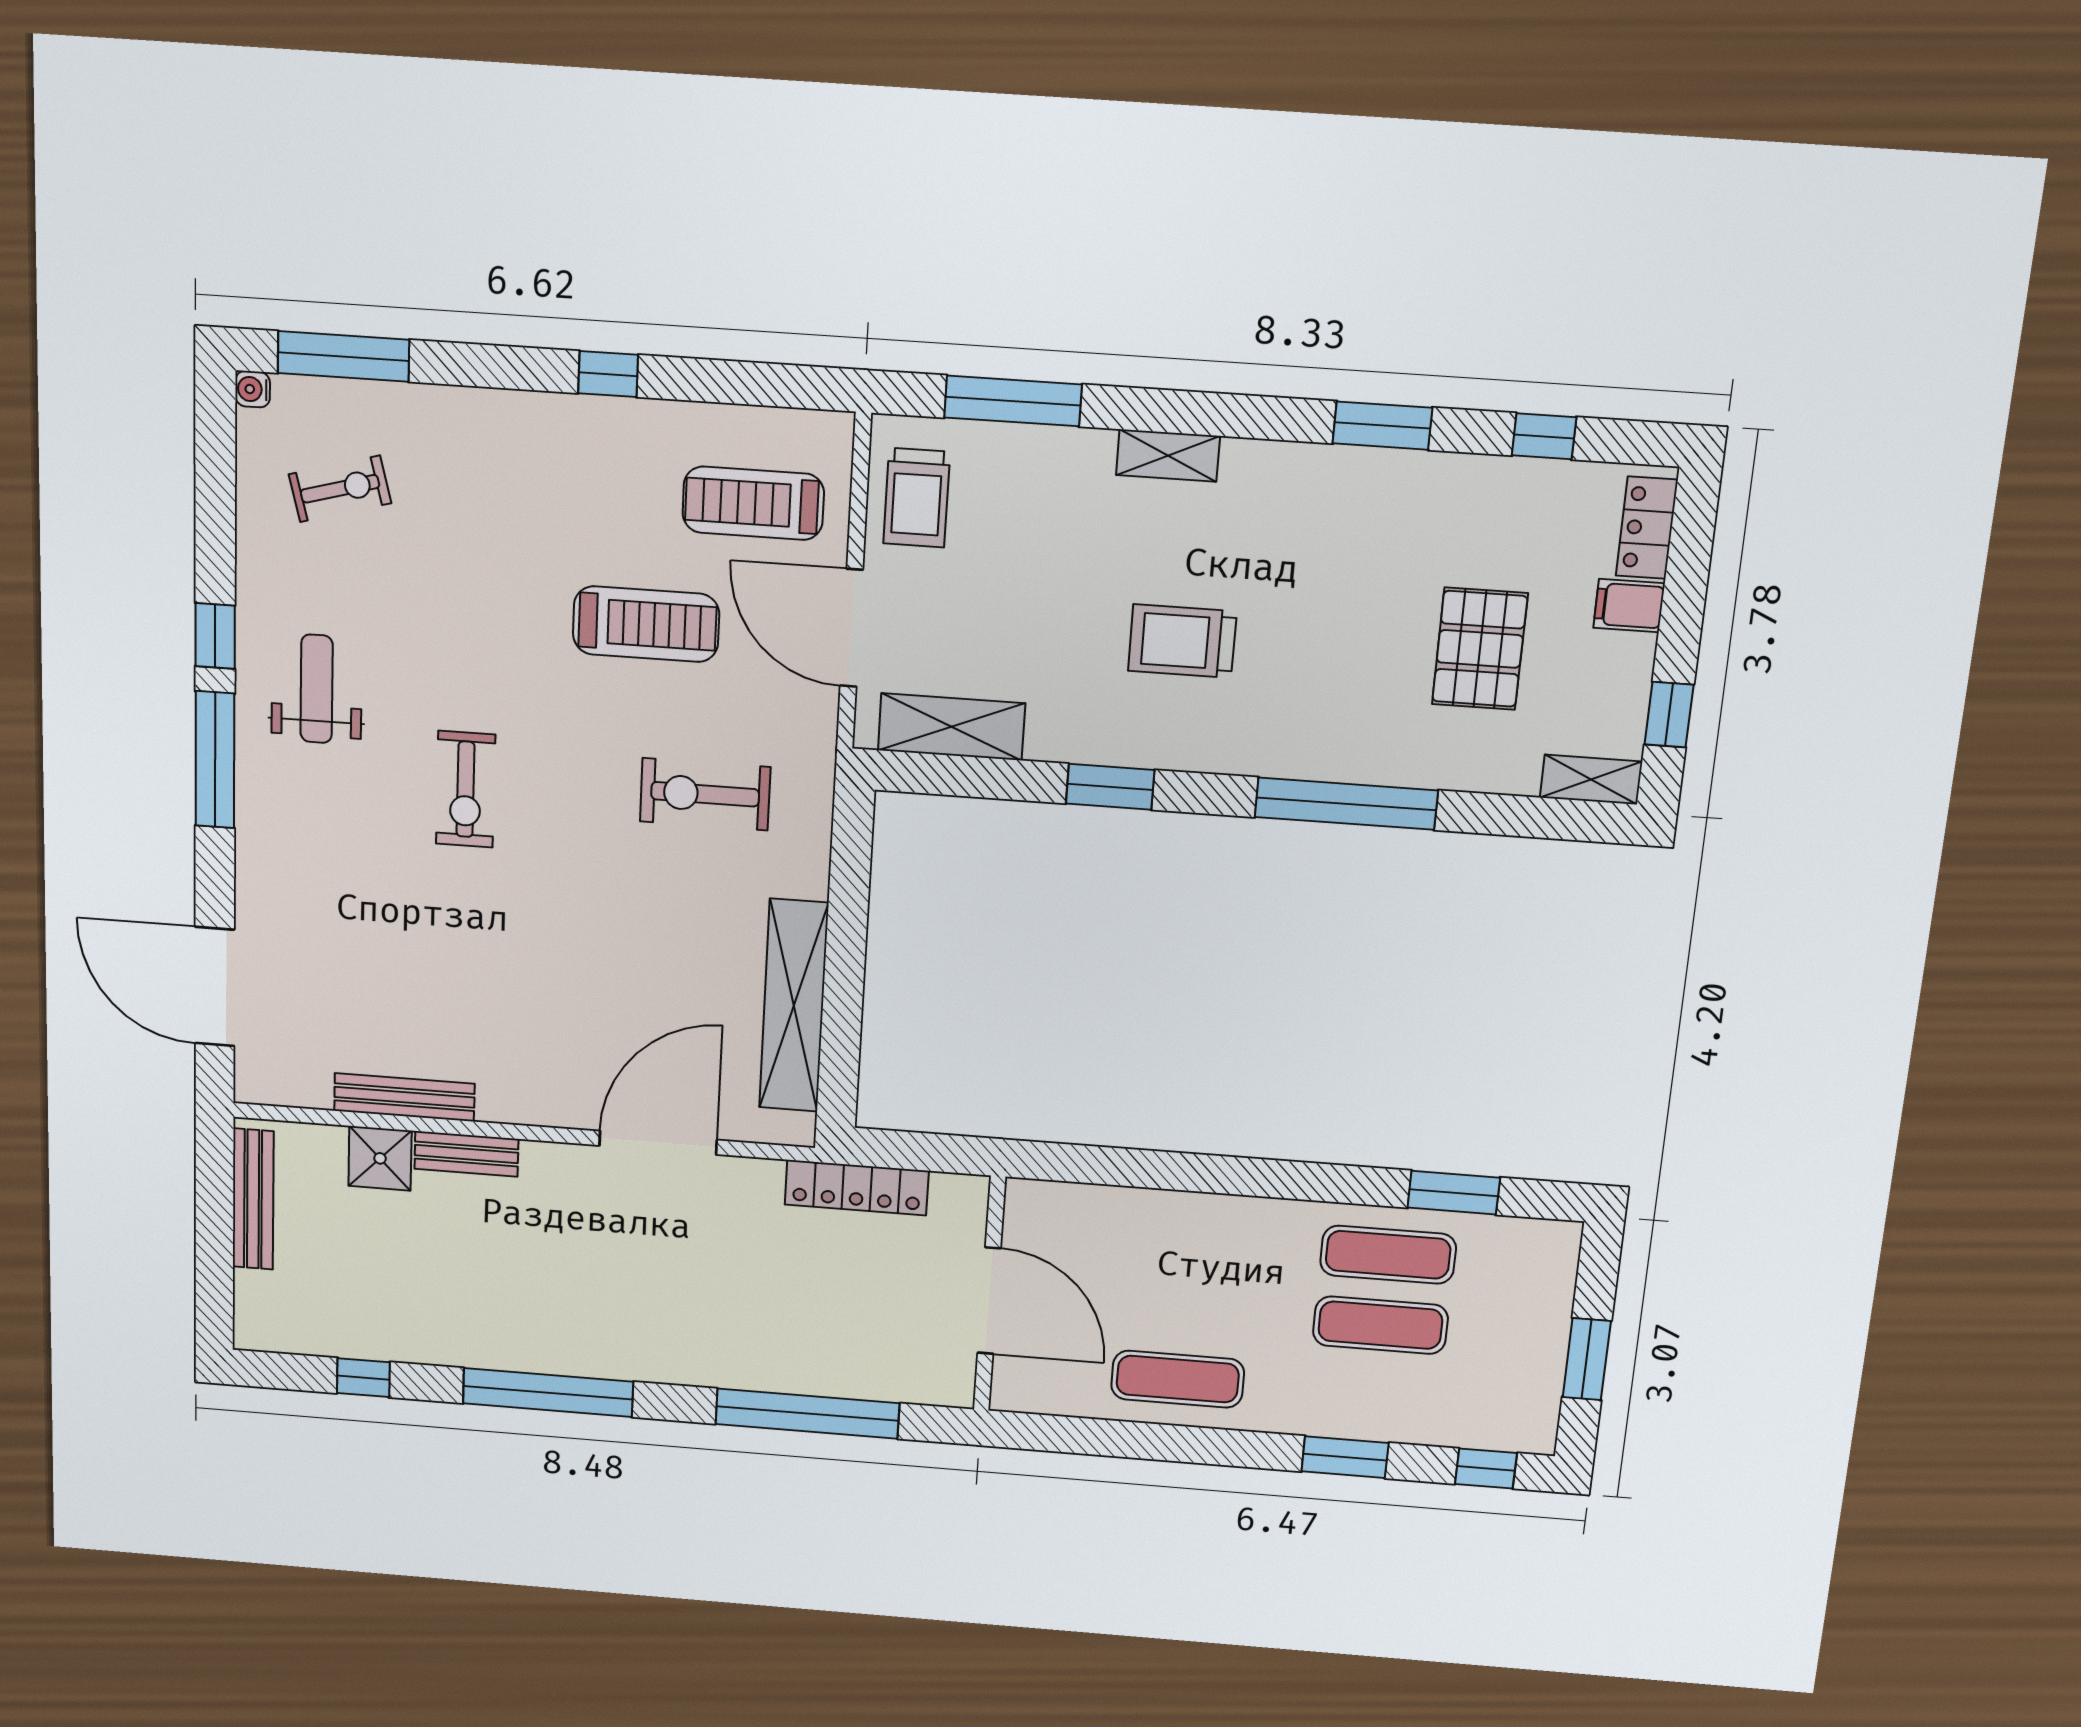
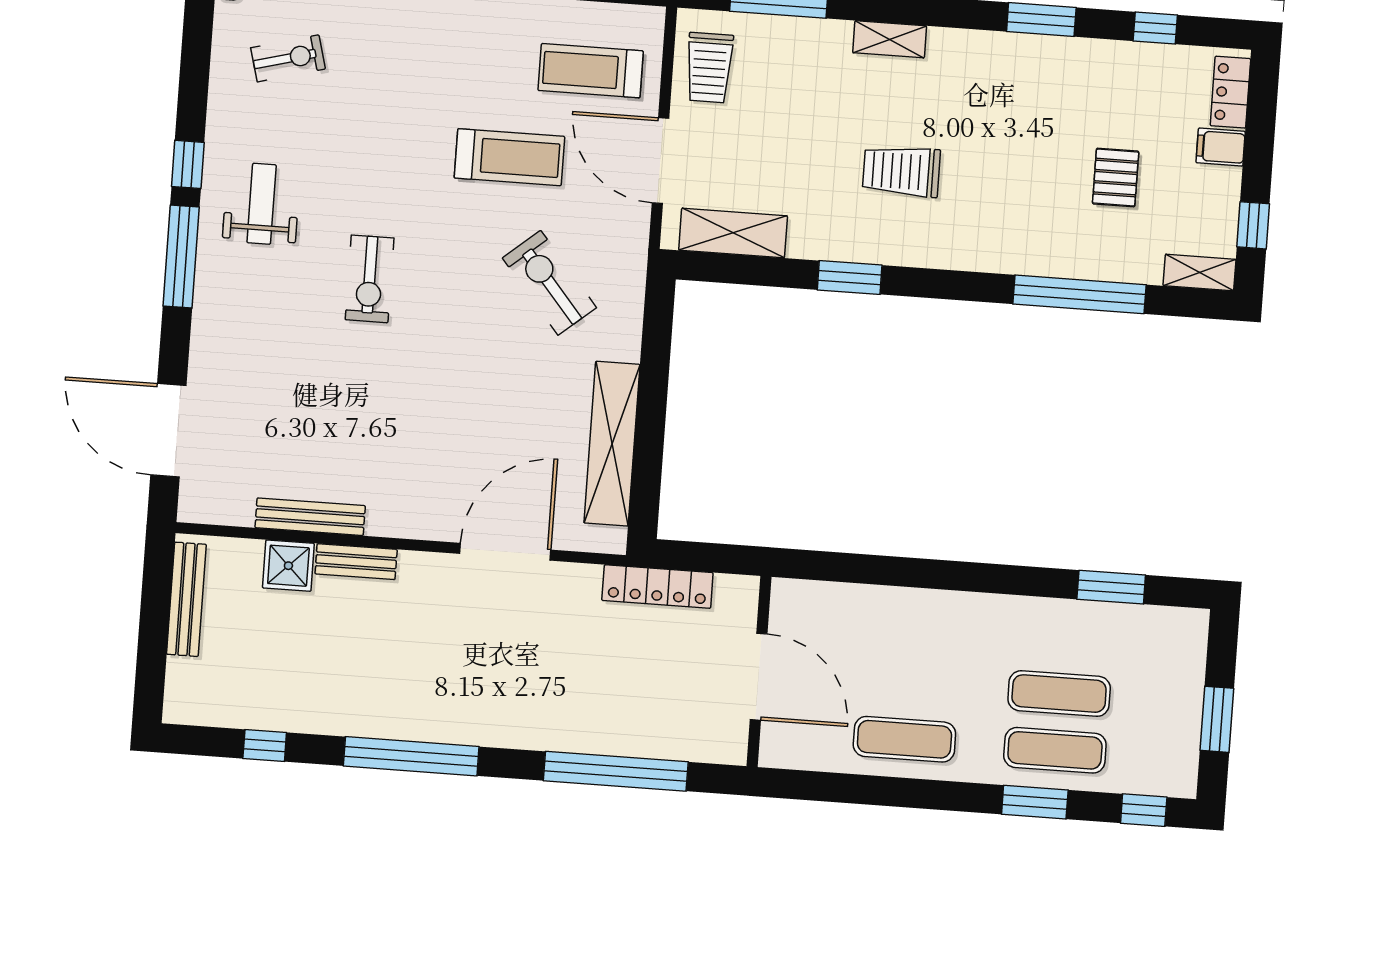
pallet: (1480, 649) -> (1116, 178), width x0.67, depth x0.71
exercise bike: (705, 794) -> (549, 283), turned 50
window: (1346, 804) -> (1079, 294), moved
exercise mat: (1388, 1255) -> (1055, 750), moved

